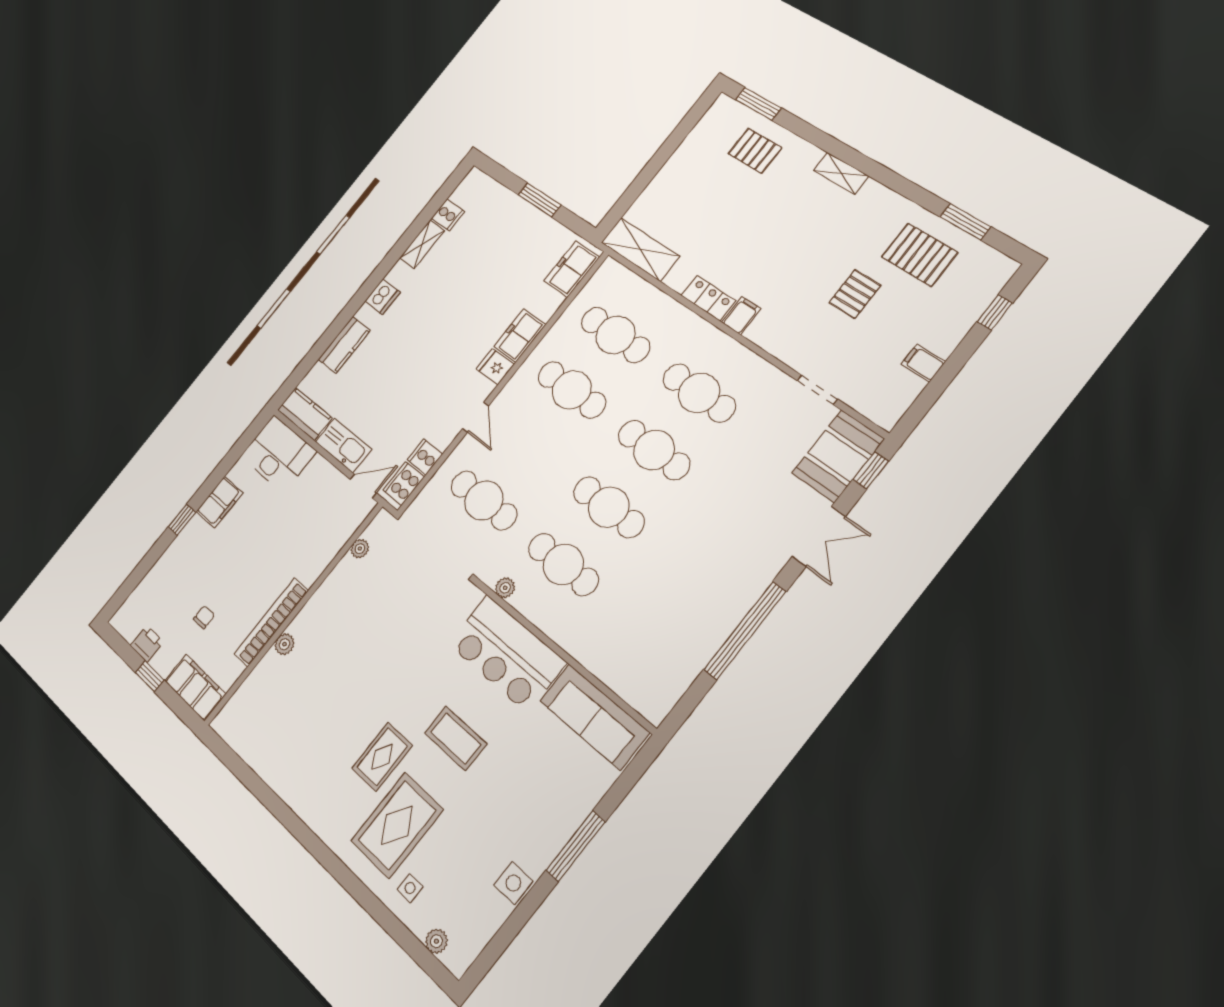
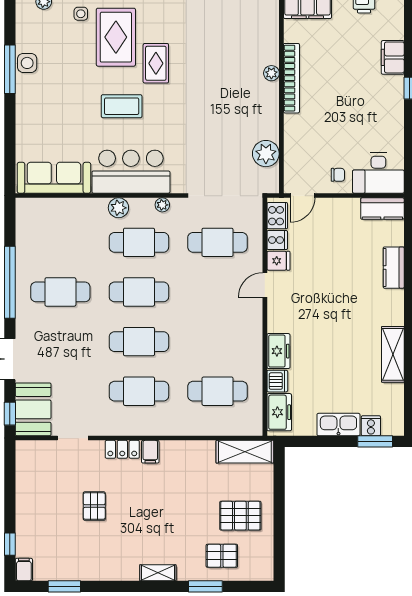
window: (758, 104) -> (205, 586), moved
window: (539, 200) -> (375, 441), moved
cooker: (448, 215) -> (371, 426), moved, turned 90
shelving: (422, 244) -> (393, 354), width x1.50, depth x1.33
pallet: (920, 255) -> (240, 516), moved
dishwasher: (383, 297) -> (277, 381), moved, turned 180
locker: (708, 298) -> (122, 449), moved
filing cabinet: (923, 363) -> (24, 570), moved, turned -90
fridge: (495, 367) -> (278, 261), moved
cafe table: (572, 390) -> (60, 292), moved
door: (476, 417) -> (265, 285), hinge flipped
kitchen sink: (343, 445) -> (338, 425), moved, turned 180
filing cabinet: (220, 502) -> (393, 57), moved
plant: (360, 549) -> (266, 154), width x1.88, depth x1.88
chair: (204, 617) -> (338, 175), moved, turned -90
plant: (553, 622) -> (118, 208), added
window: (576, 846) -> (10, 69), moved

